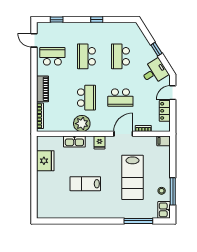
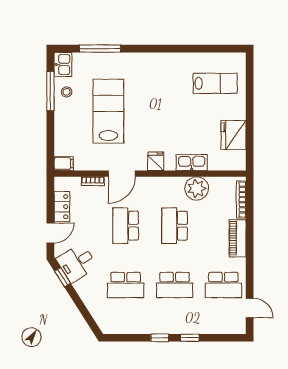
window: (57, 20) -> (190, 338), moved
window: (156, 49) -> (63, 277), moved
school desk: (86, 56) -> (175, 285), turned 90
school desk: (120, 56) -> (126, 285), turned 90
school desk: (120, 98) -> (126, 226), turned -90
plant: (82, 124) -> (197, 188), moved
lab bench: (85, 184) -> (215, 83), moved

